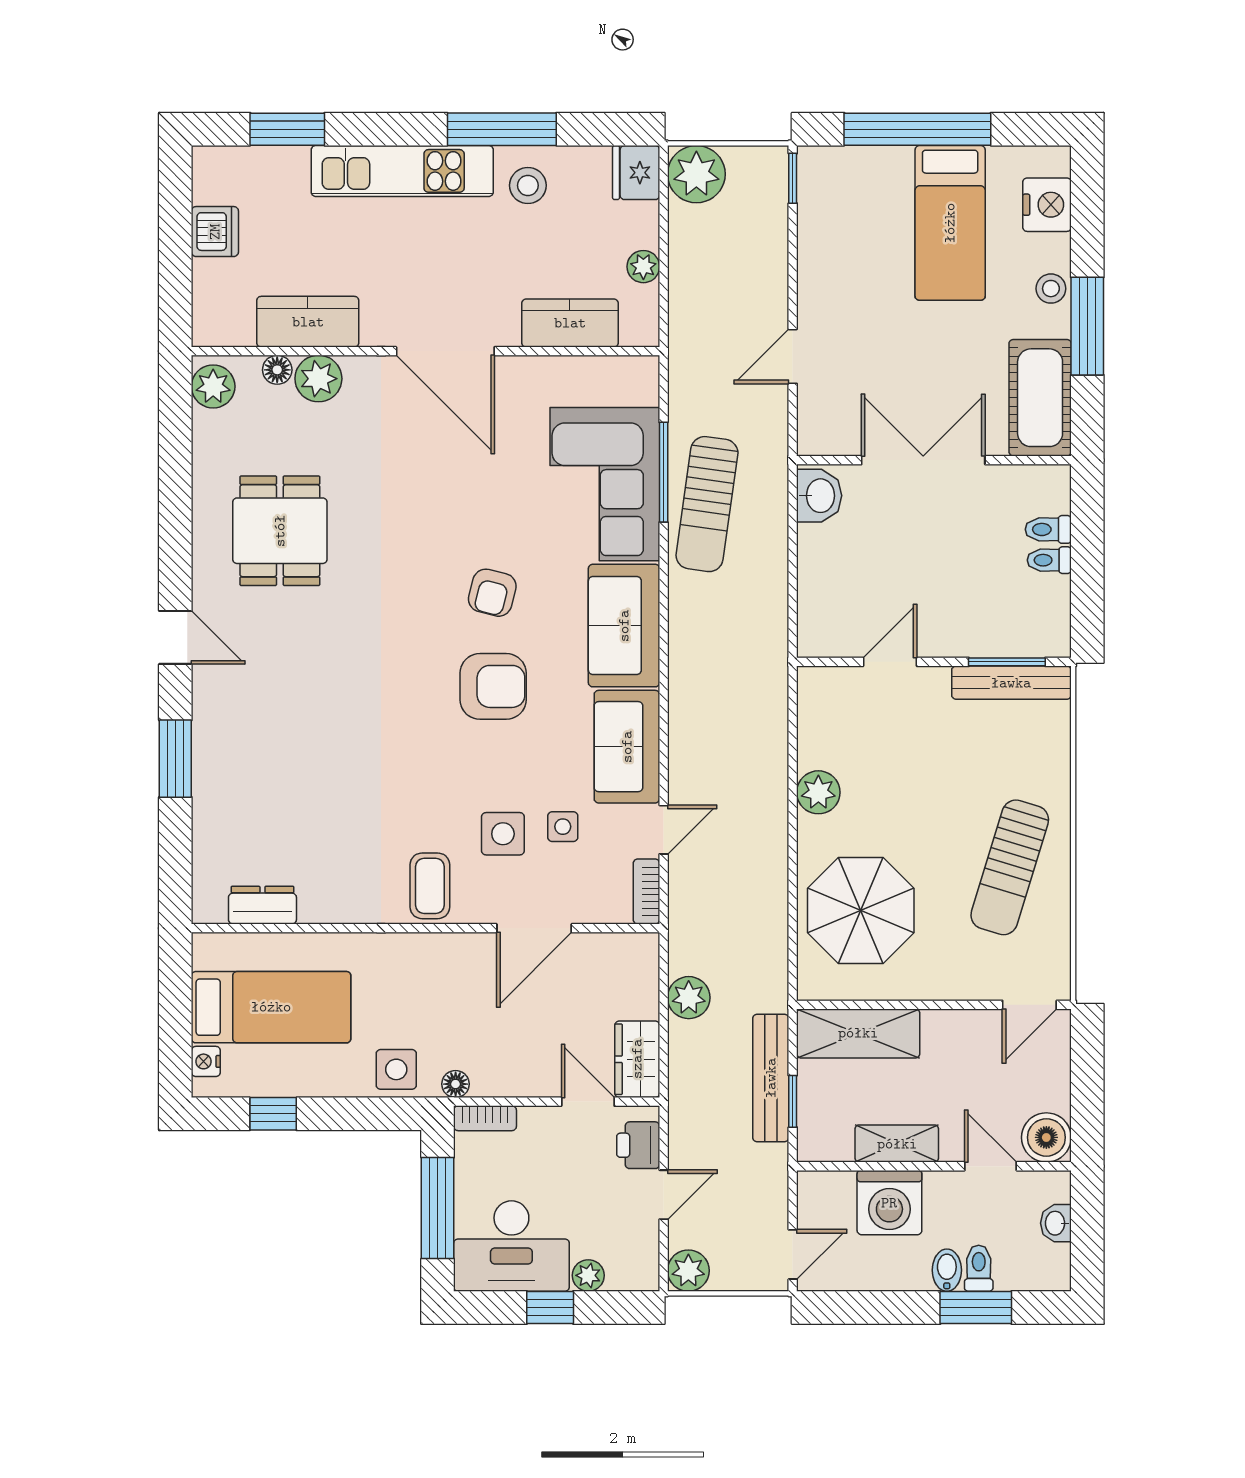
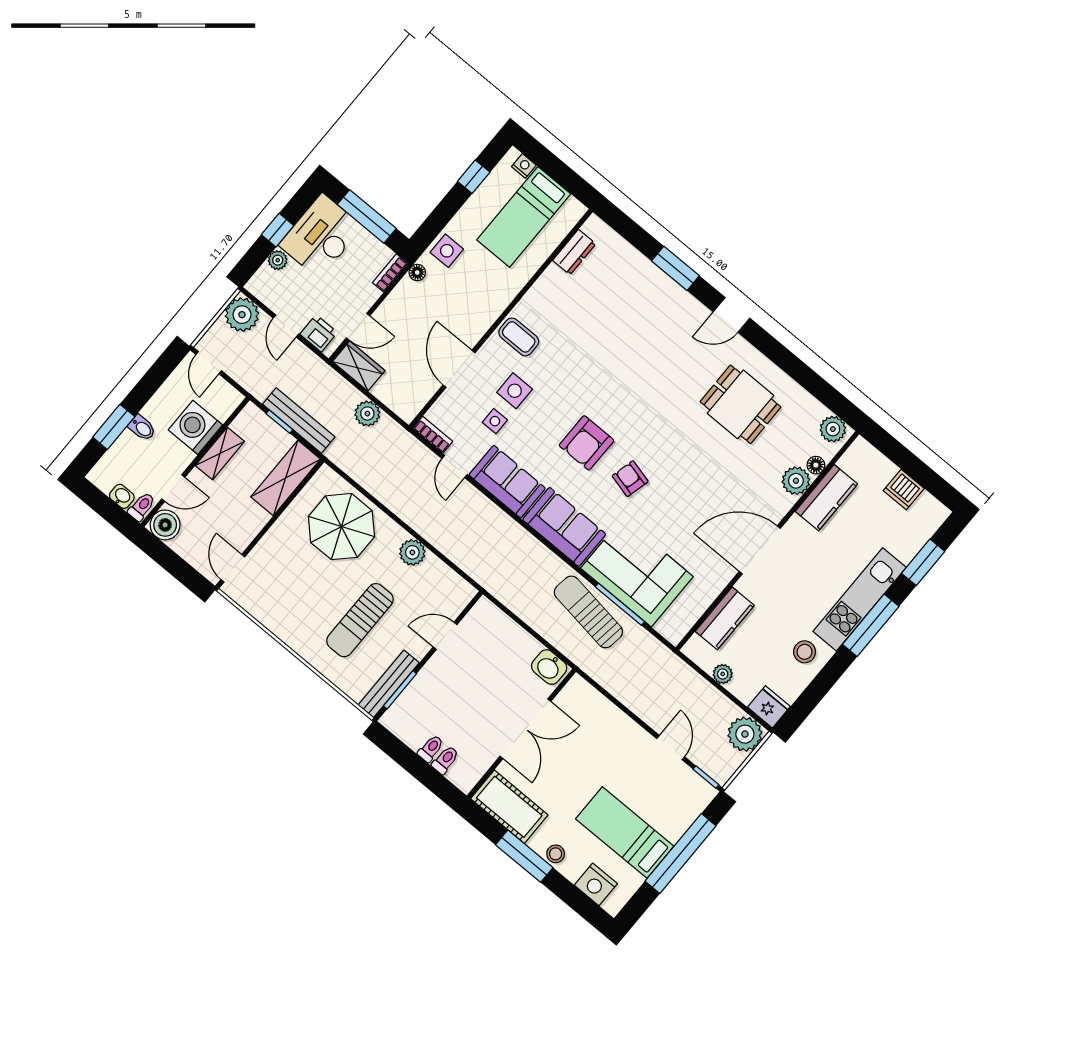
window: (502, 129) -> (871, 625), moved
door: (793, 356) -> (671, 748), moved
door: (890, 662) -> (445, 636), swing flipped
sun lounger: (1010, 867) -> (360, 620), moved, turned -107
toilet: (979, 1268) -> (142, 507), moved, turned -90
plant: (688, 1271) -> (242, 315), width x1.36, depth x1.36

